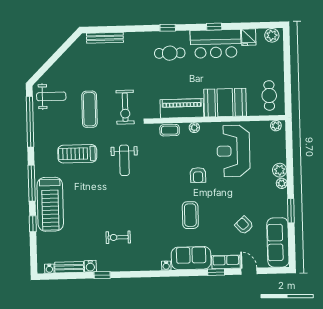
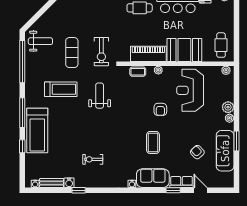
treadmill: (77, 154) -> (61, 89), turned 180
weight bench: (124, 160) -> (100, 96), turned 180
sofa: (278, 242) -> (225, 151), moved

